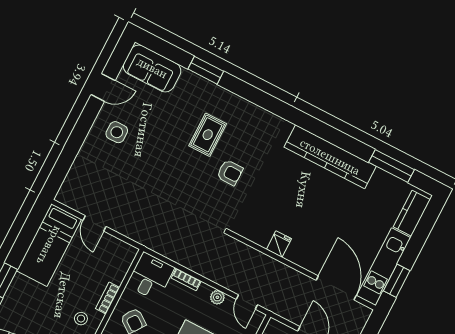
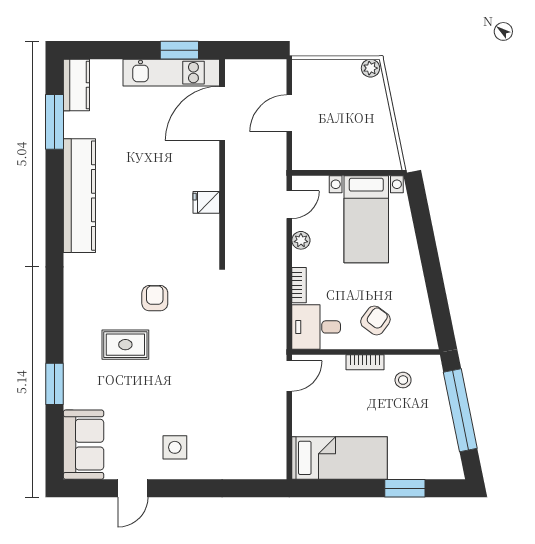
door: (103, 88) -> (133, 488), swing flipped
kitchen counter: (412, 213) -> (76, 85), moved, turned -90
door: (94, 223) -> (289, 376), moved

